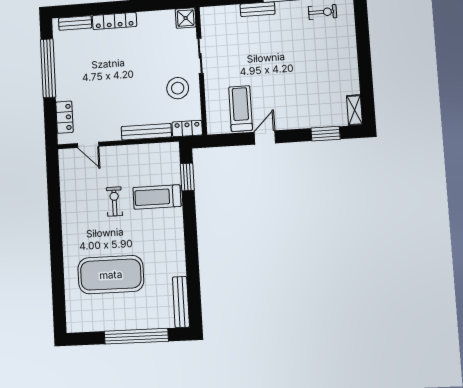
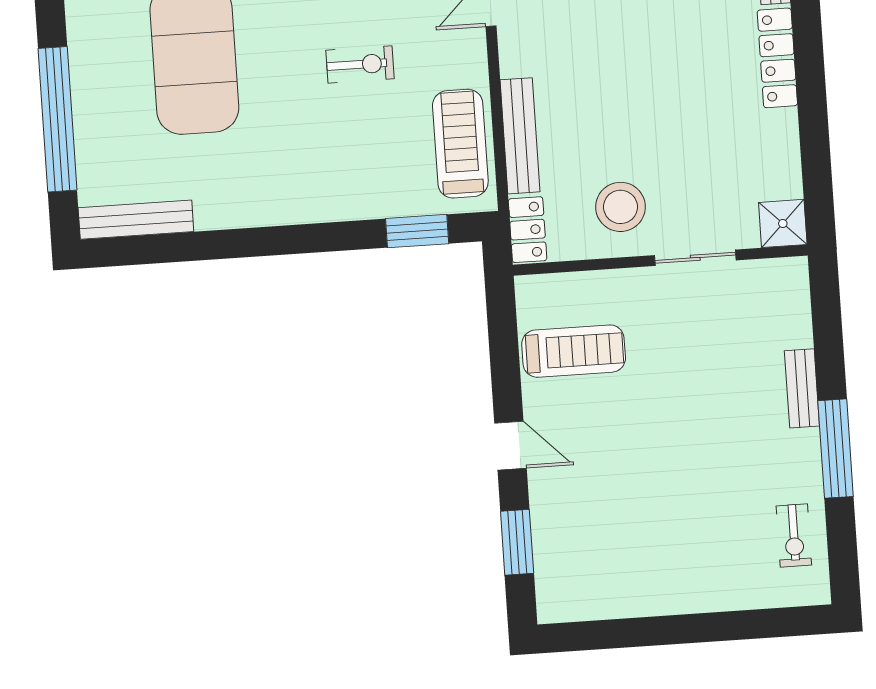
shelving: (355, 110) -> (570, 607), removed
door: (265, 138) -> (510, 446), moved
treadmill: (157, 197) -> (460, 144), moved

